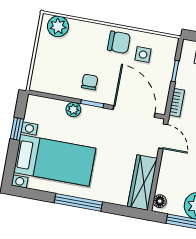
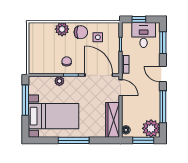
plant: (58, 26) -> (62, 29), moved
window: (17, 129) -> (25, 100), width x2.17

